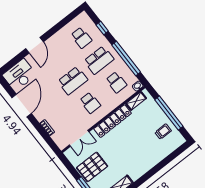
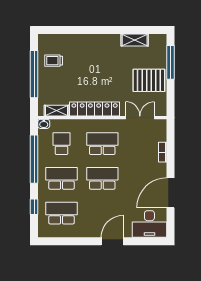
school desk: (81, 38) -> (62, 213), width x1.85
school desk: (90, 103) -> (102, 144), width x1.85

